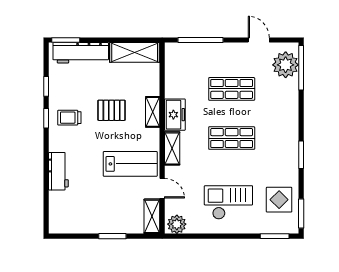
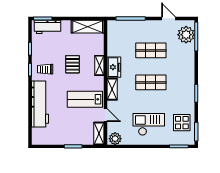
workbench: (81, 53) -> (48, 27), width x0.73
pallet: (112, 110) -> (73, 64), turned 90
lab bench: (130, 164) -> (85, 99), turned 180
workbench: (58, 171) -> (40, 104), width x1.88, depth x1.32

